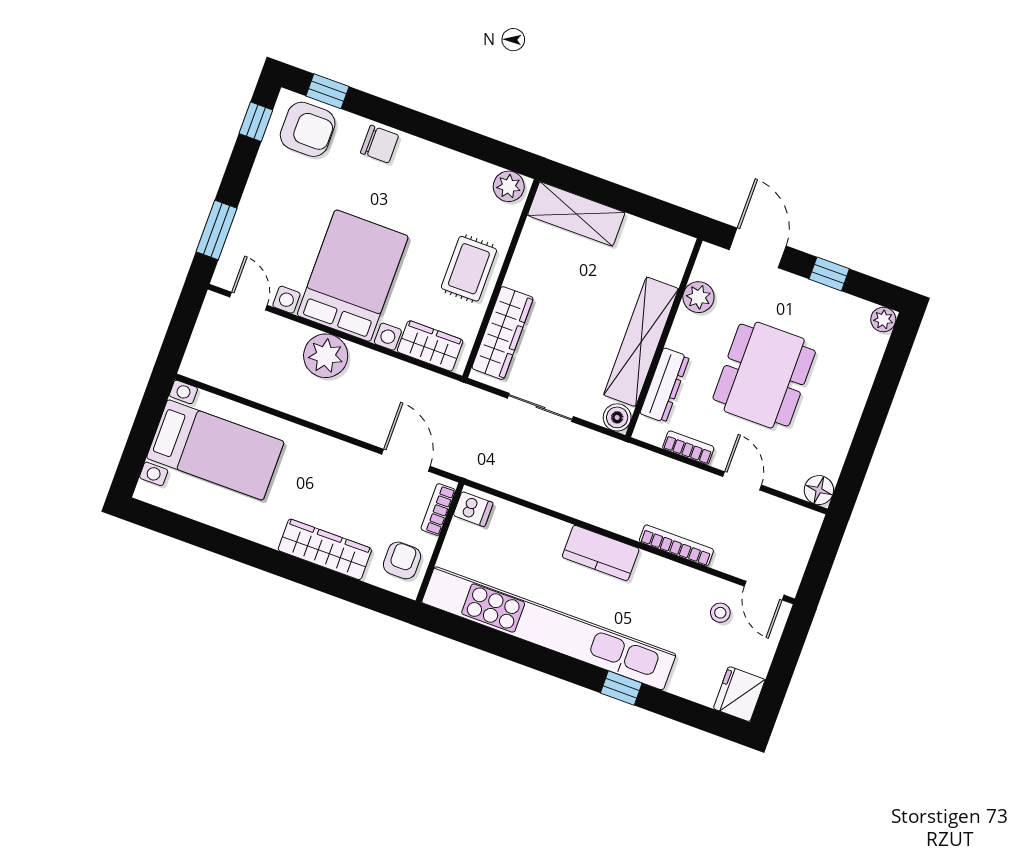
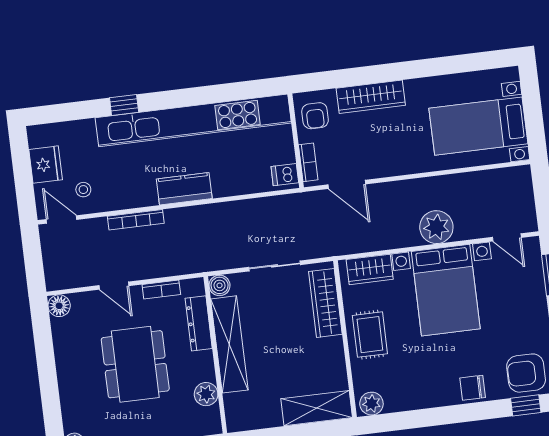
fridge: (739, 694) -> (46, 165), moved

